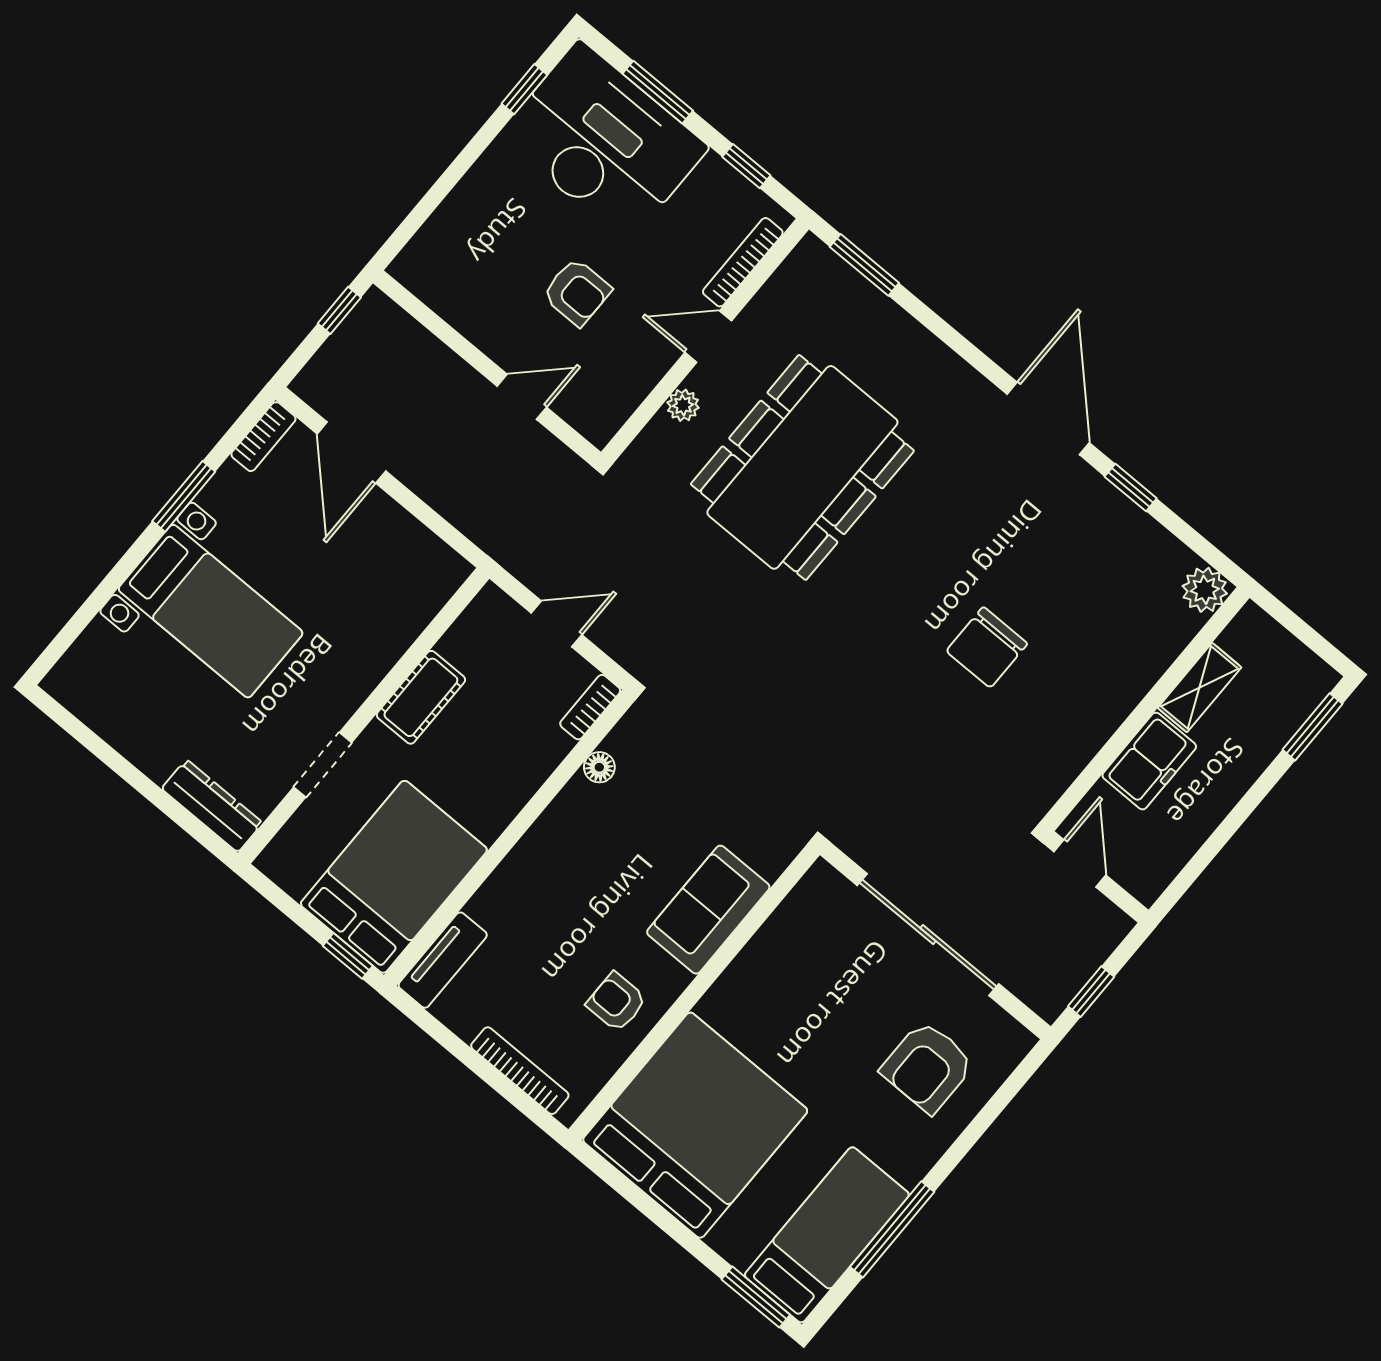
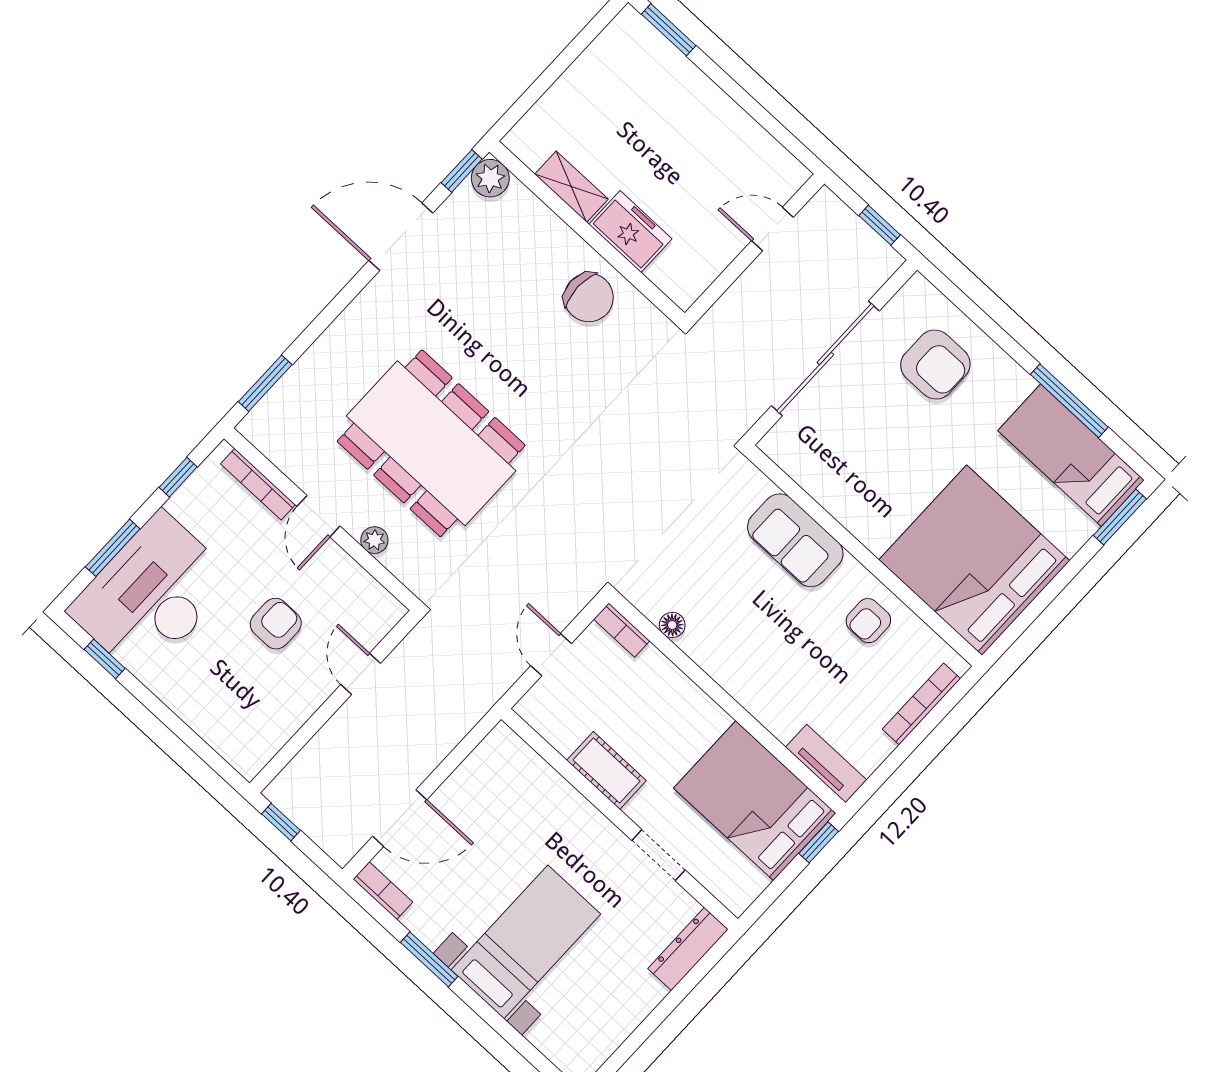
plant: (1205, 590) -> (490, 178), moved
shelving: (1200, 688) -> (571, 187), moved
wall: (1146, 709) -> (587, 232), moved
freezer: (1149, 761) -> (630, 232), moved

